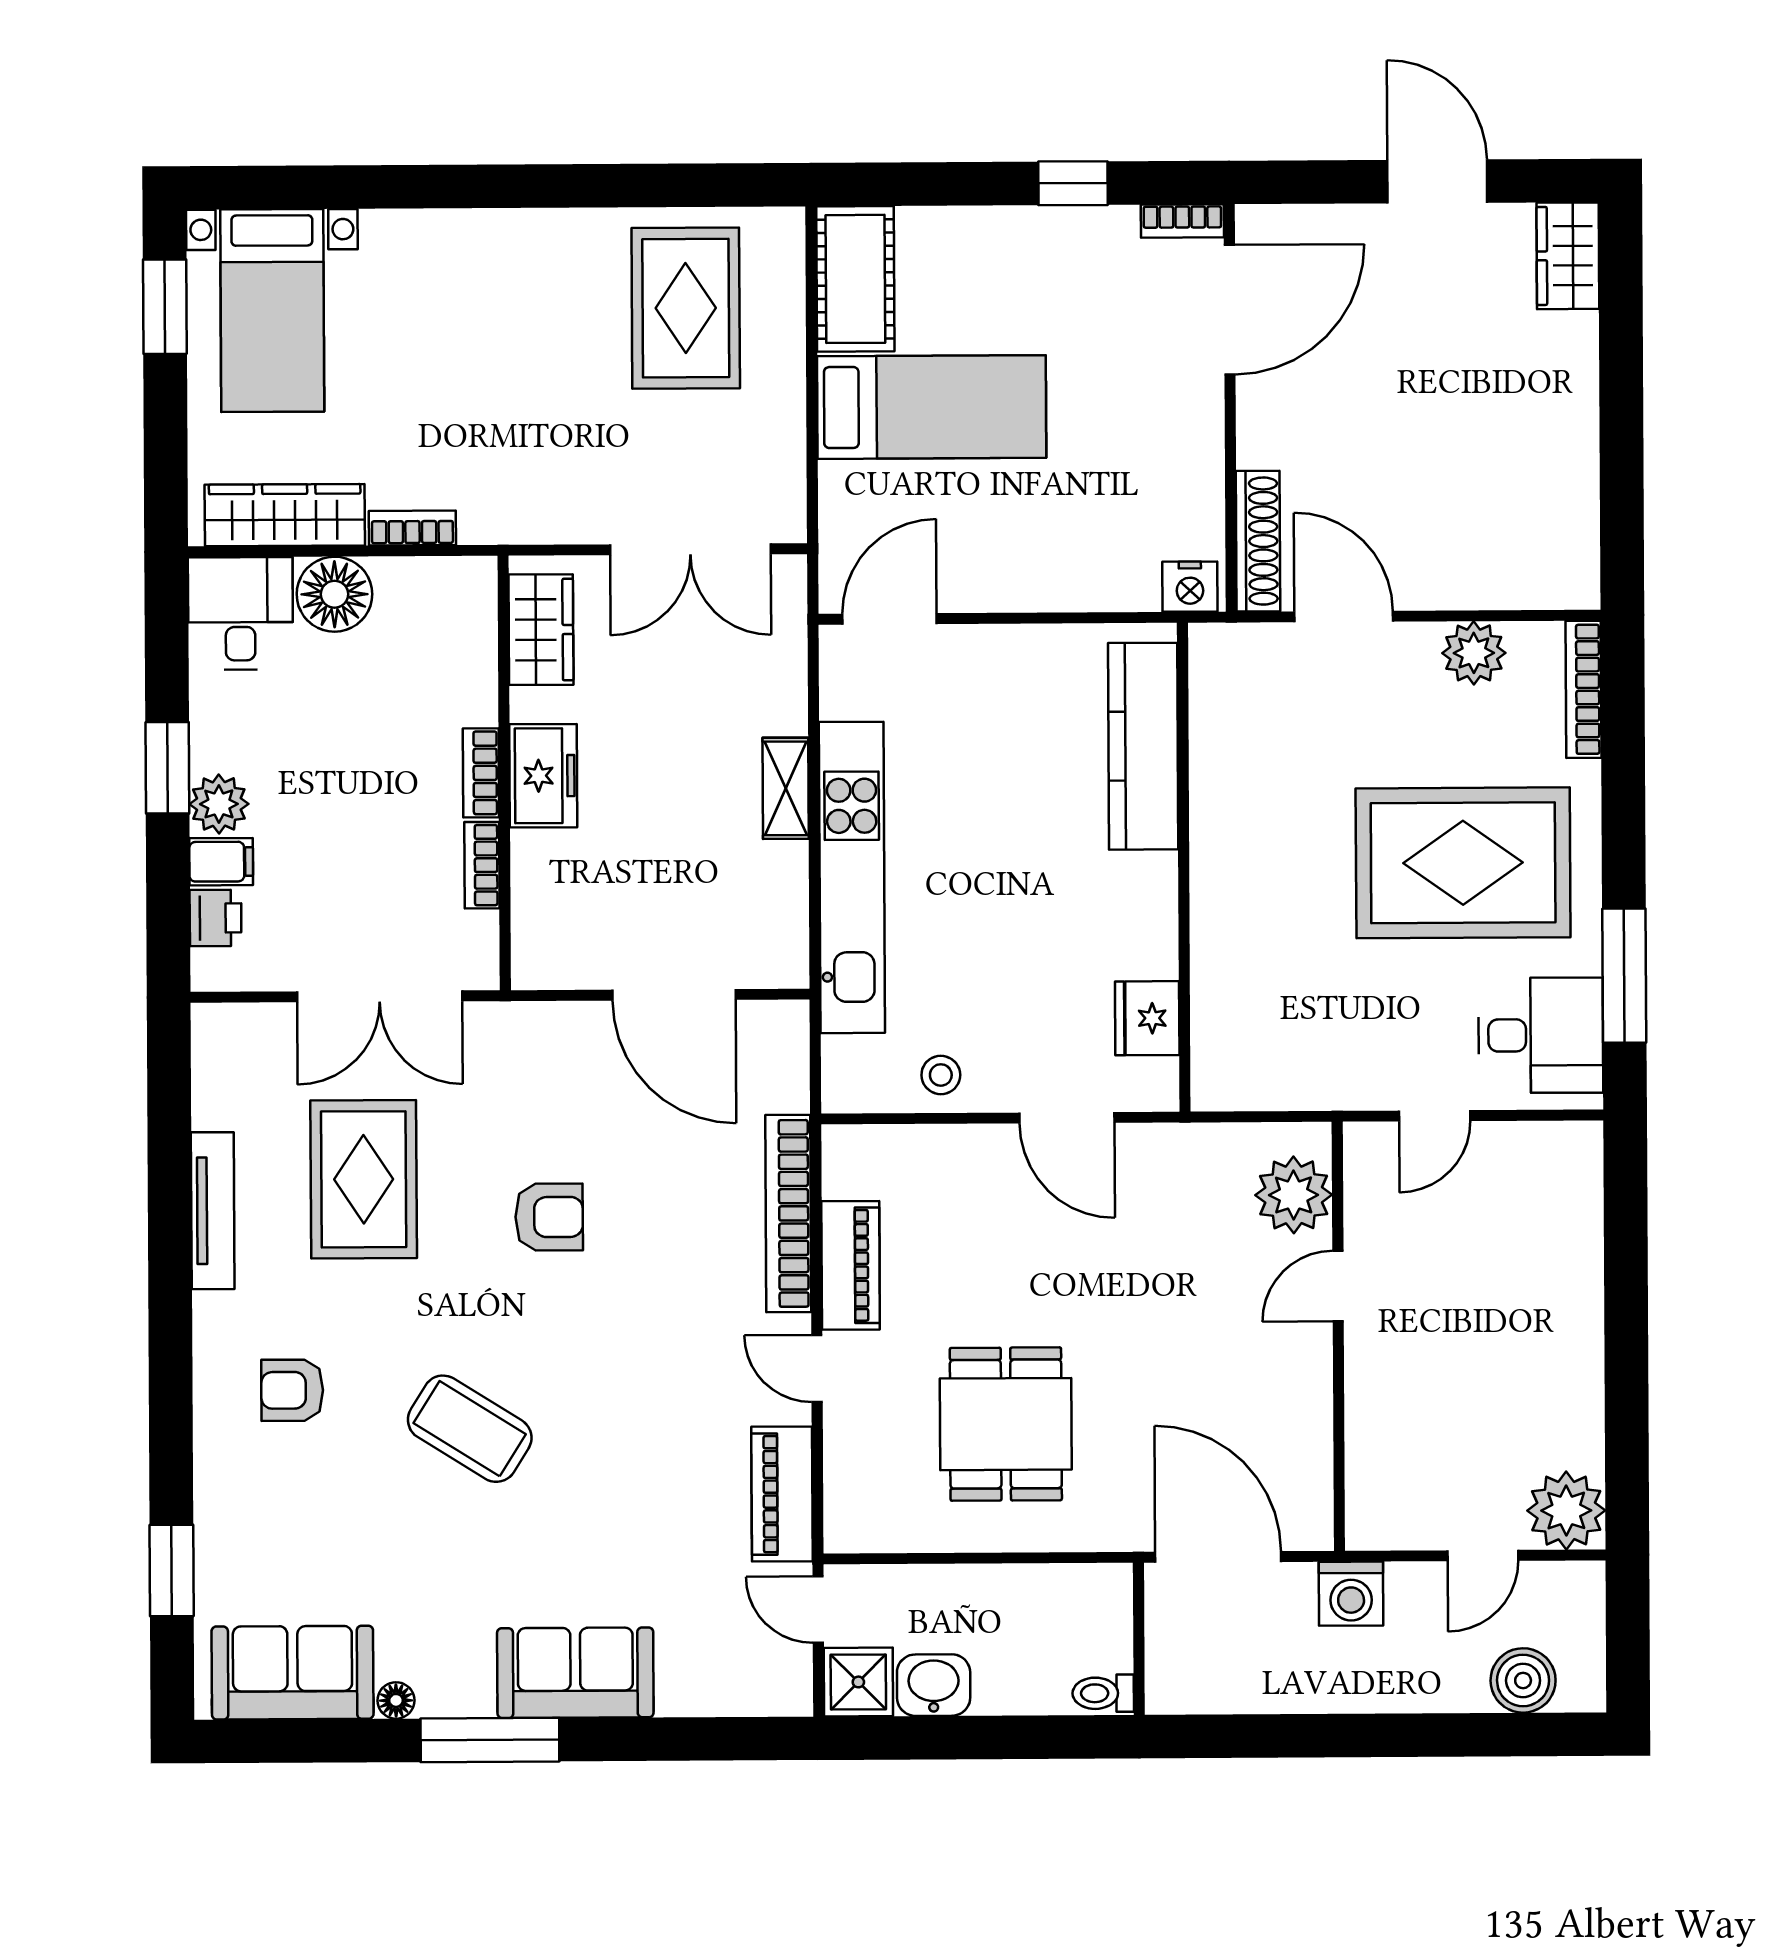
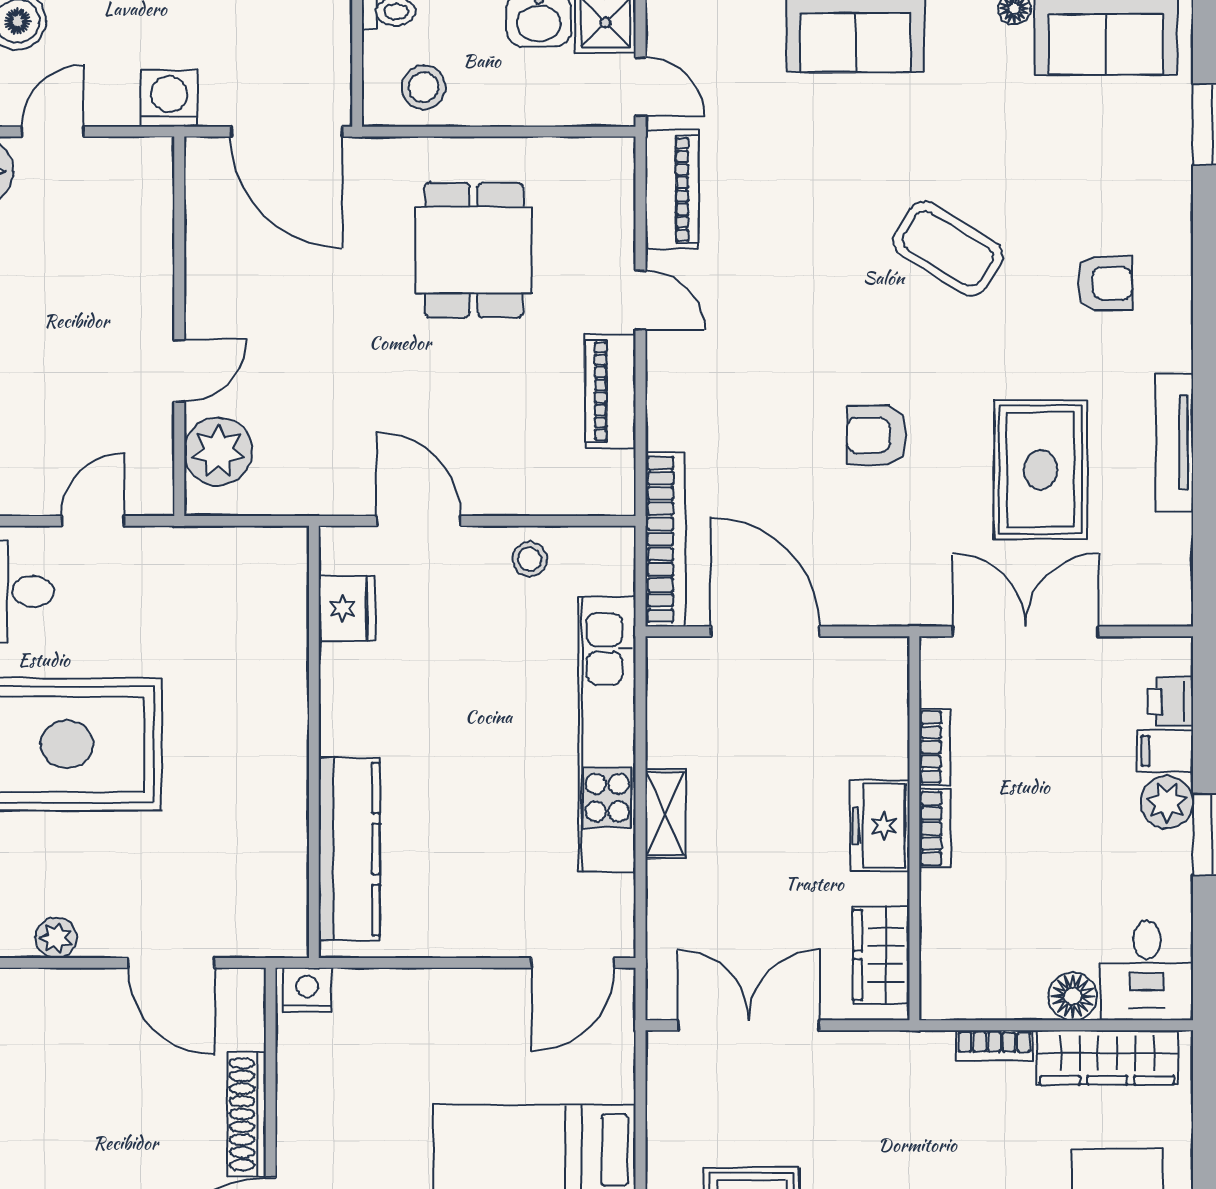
shoe rack: (1258, 541) -> (247, 1114), moved
floor lamp: (334, 594) -> (1073, 996), width x0.73, depth x0.73
plant: (1474, 653) -> (56, 938), width x0.73, depth x0.73
bookcase: (788, 1213) -> (665, 539), moved
stool: (1063, 1608) -> (424, 87), added

